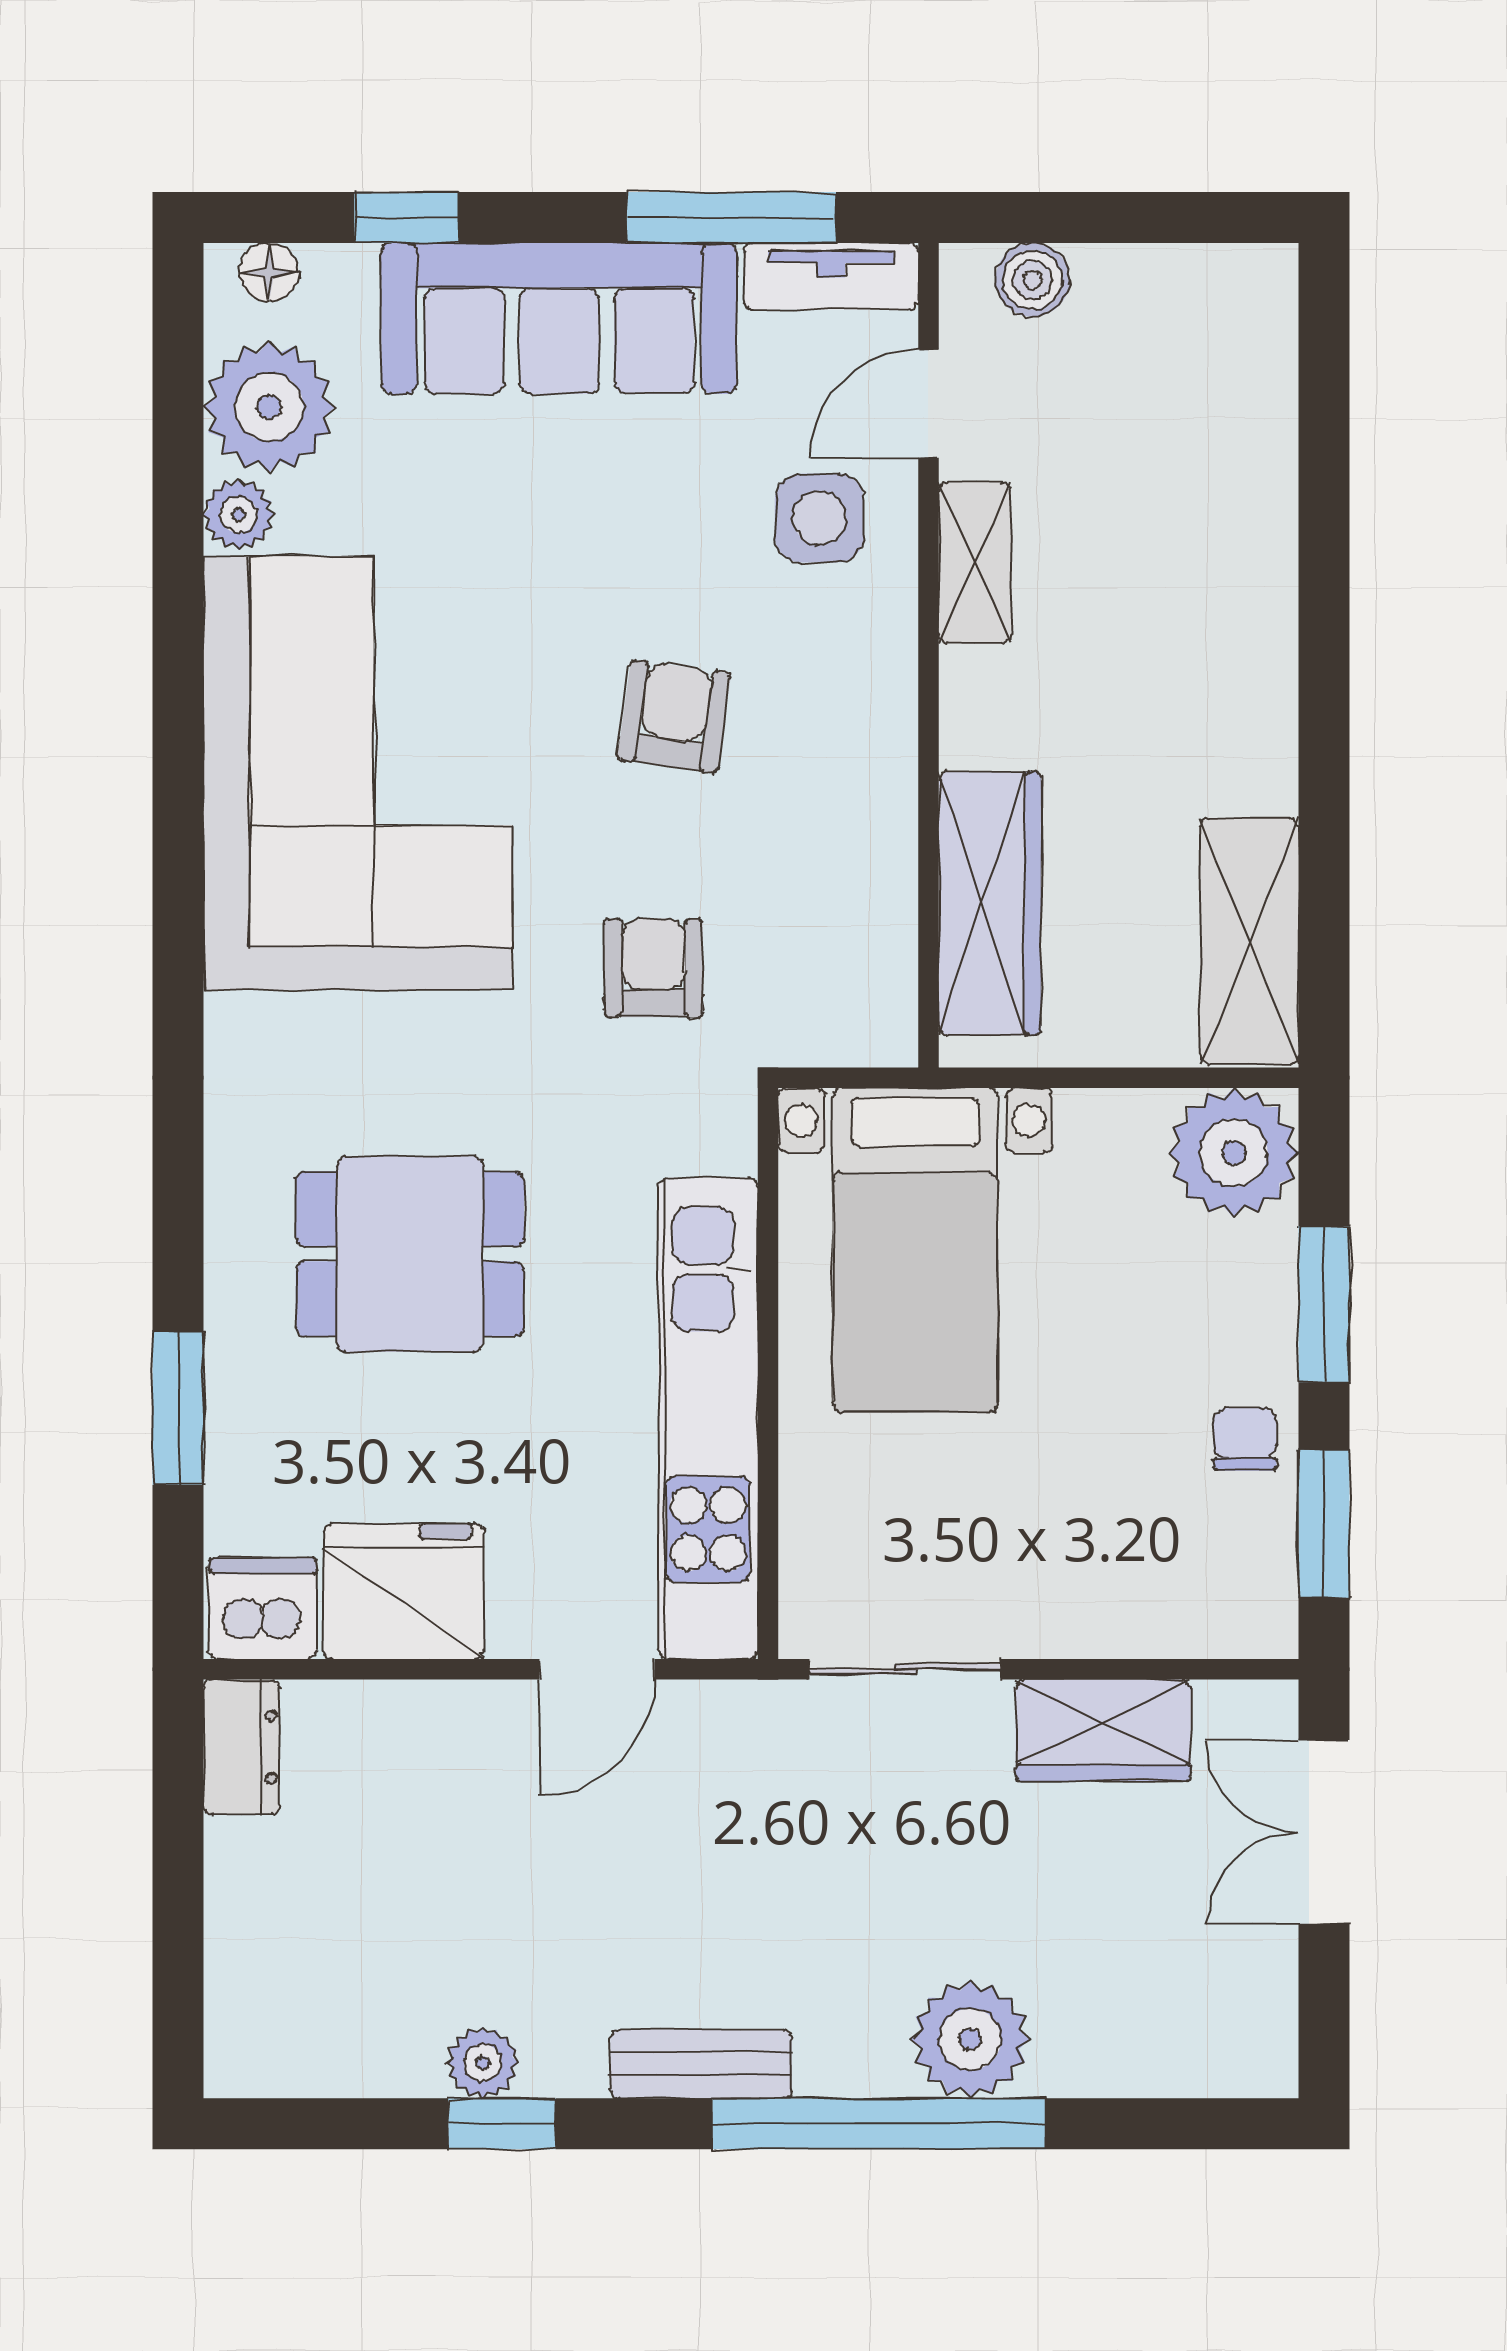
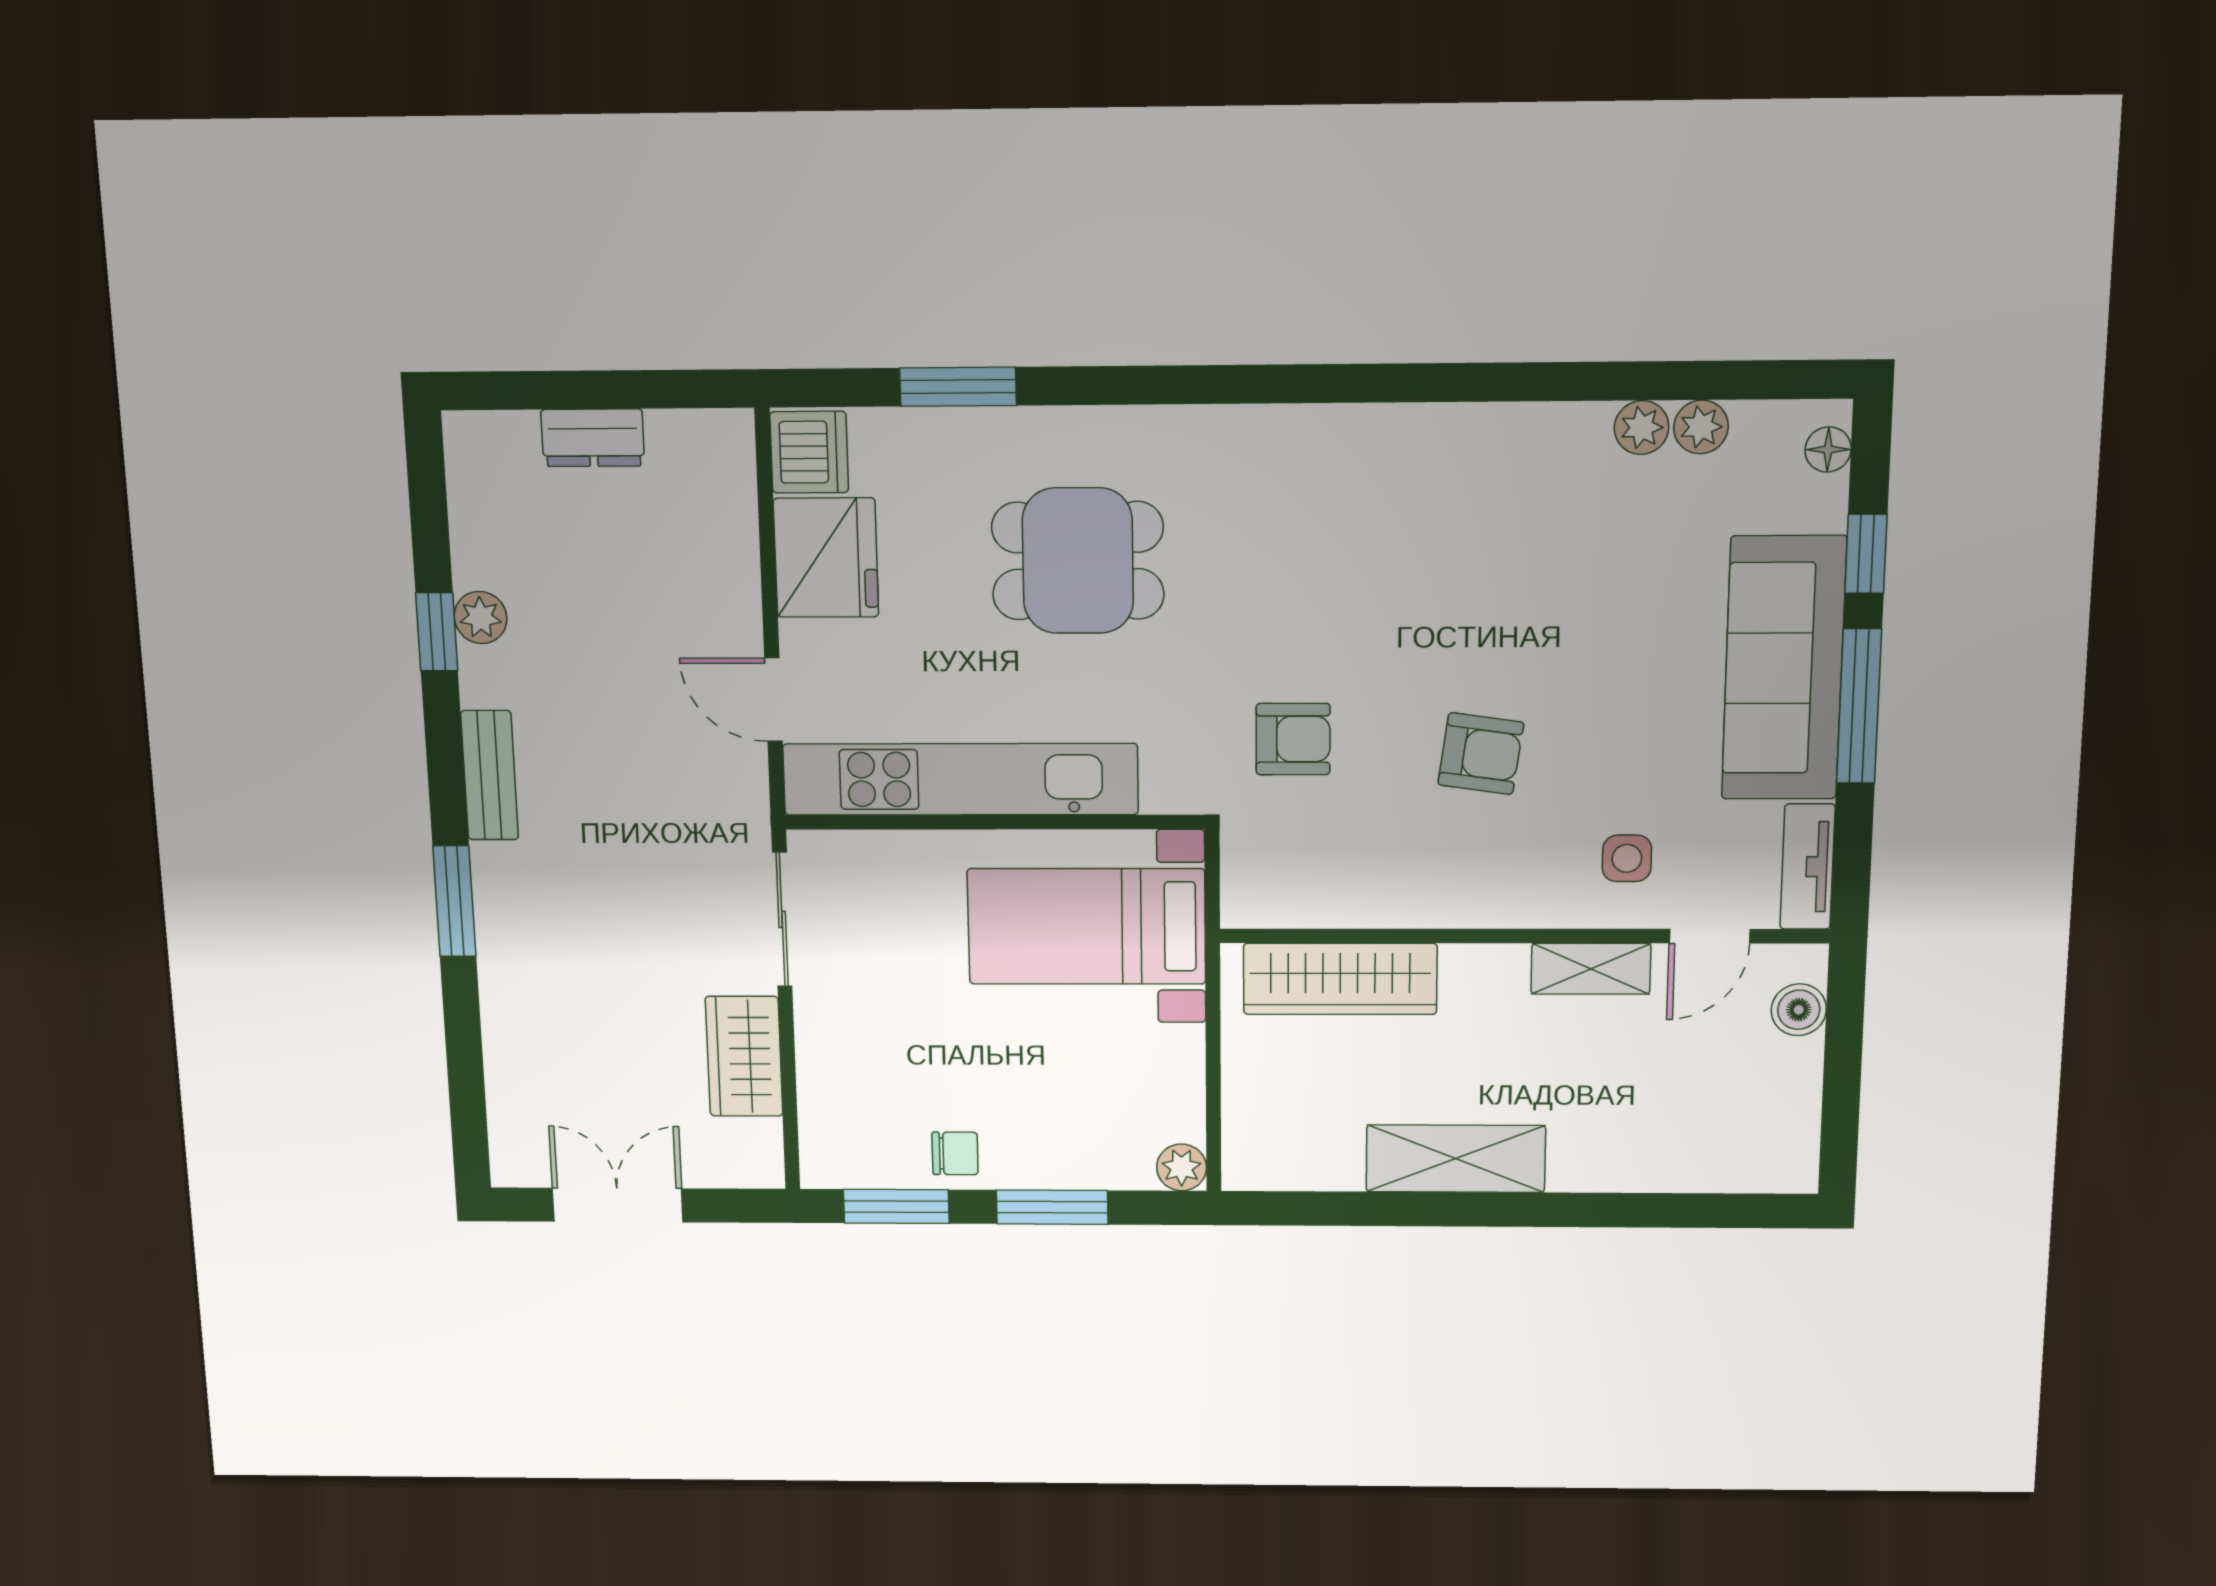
window: (731, 217) -> (1859, 706), moved
door: (928, 404) -> (1710, 936), swing flipped
plant: (269, 407) -> (1701, 427), width x0.53, depth x0.53
side table: (819, 518) -> (1627, 858), width x0.73, depth x0.73
corner sofa: (358, 773) -> (1441, 520), removed
shelving: (1249, 941) -> (1456, 1159), moved
plant: (1234, 1153) -> (1182, 1167), width x0.53, depth x0.53
dining table: (410, 1254) -> (1078, 561), turned 90
dresser: (242, 1747) -> (593, 438), moved
double door: (1324, 1832) -> (618, 1205), moved
plant: (970, 2039) -> (519, 964), removed
window: (879, 2124) -> (454, 901), width x0.47

